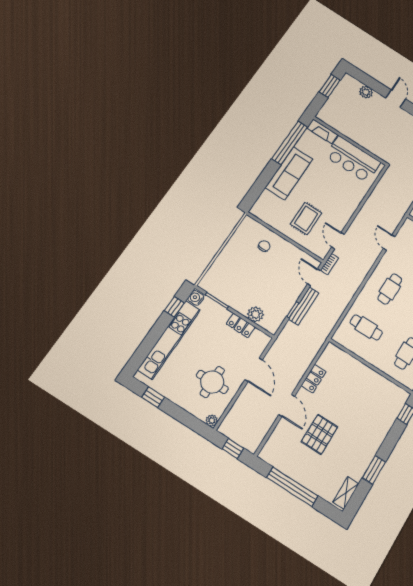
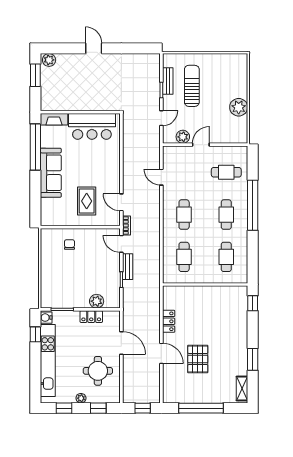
plant: (366, 92) -> (49, 60), moved
bench: (304, 306) -> (128, 267), width x0.73
cafe table: (366, 327) -> (184, 257), turned 90
window: (188, 420) -> (98, 408), added
plant: (212, 421) -> (81, 398), moved

